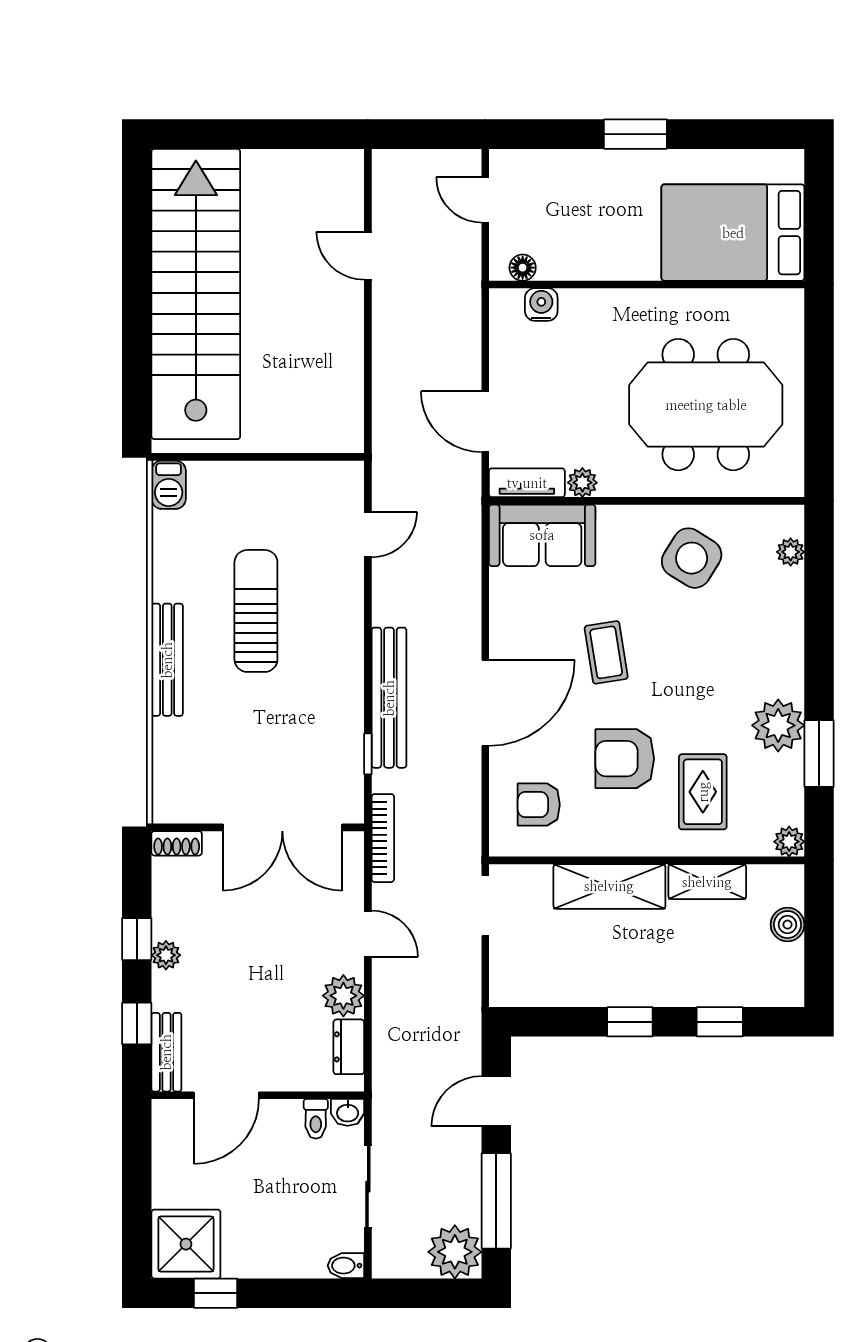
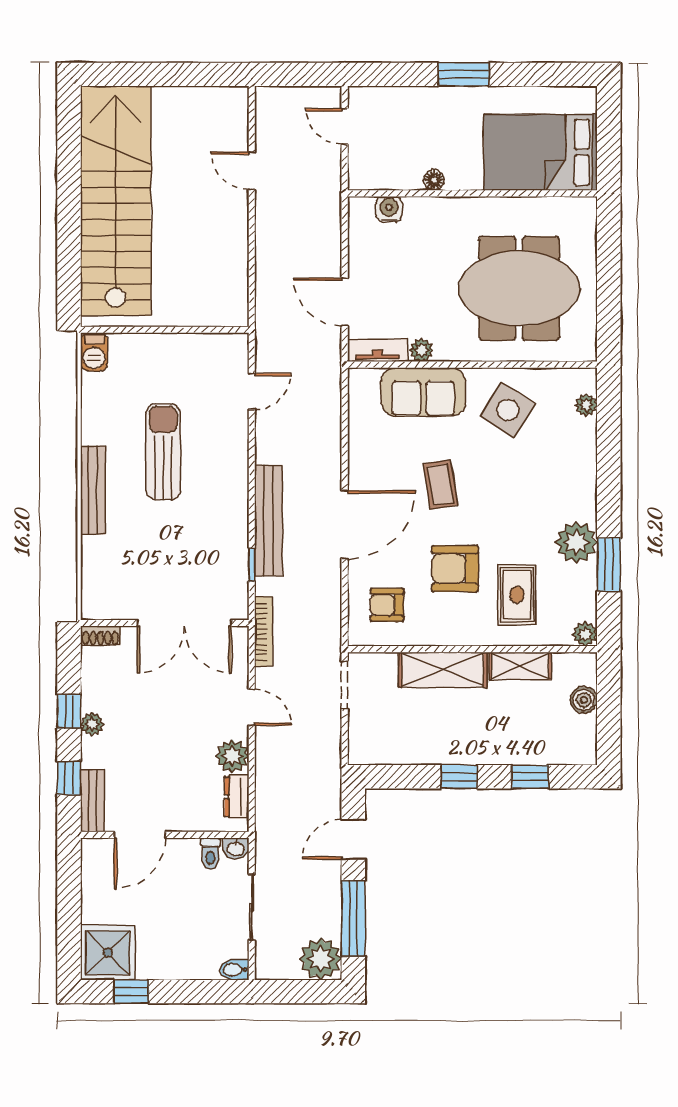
floor lamp: (523, 268) -> (434, 180), moved
sofa: (542, 535) -> (423, 392), moved

